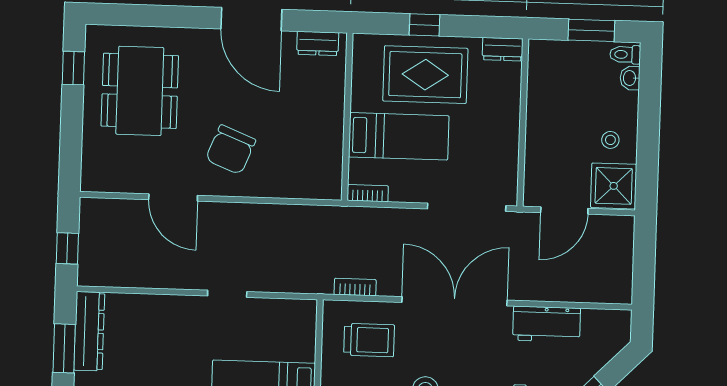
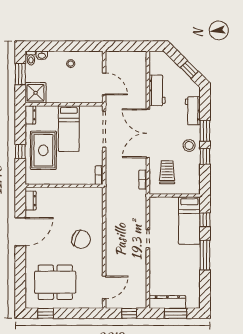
bed: (399, 136) -> (69, 129), moved, turned 180
shower: (614, 186) -> (36, 93), moved
door: (173, 197) -> (104, 287), moved

